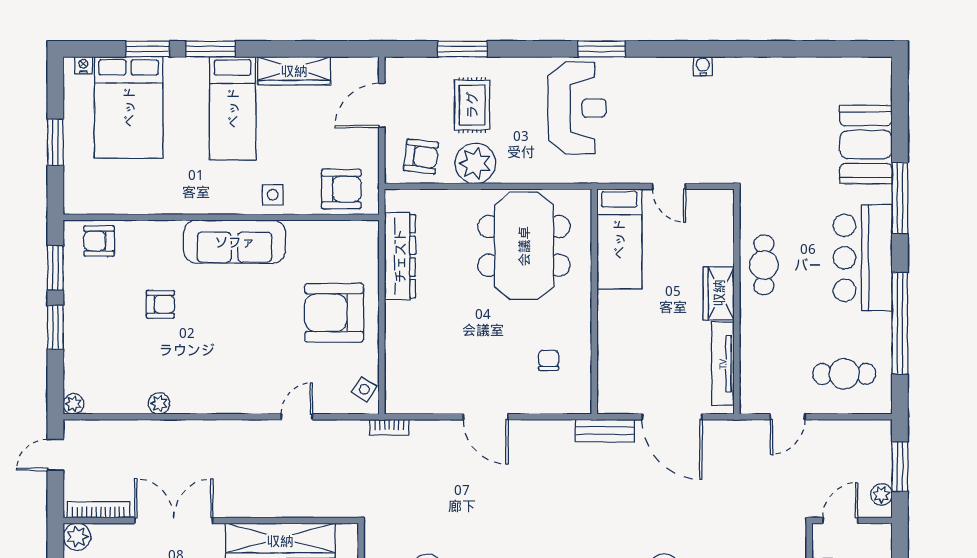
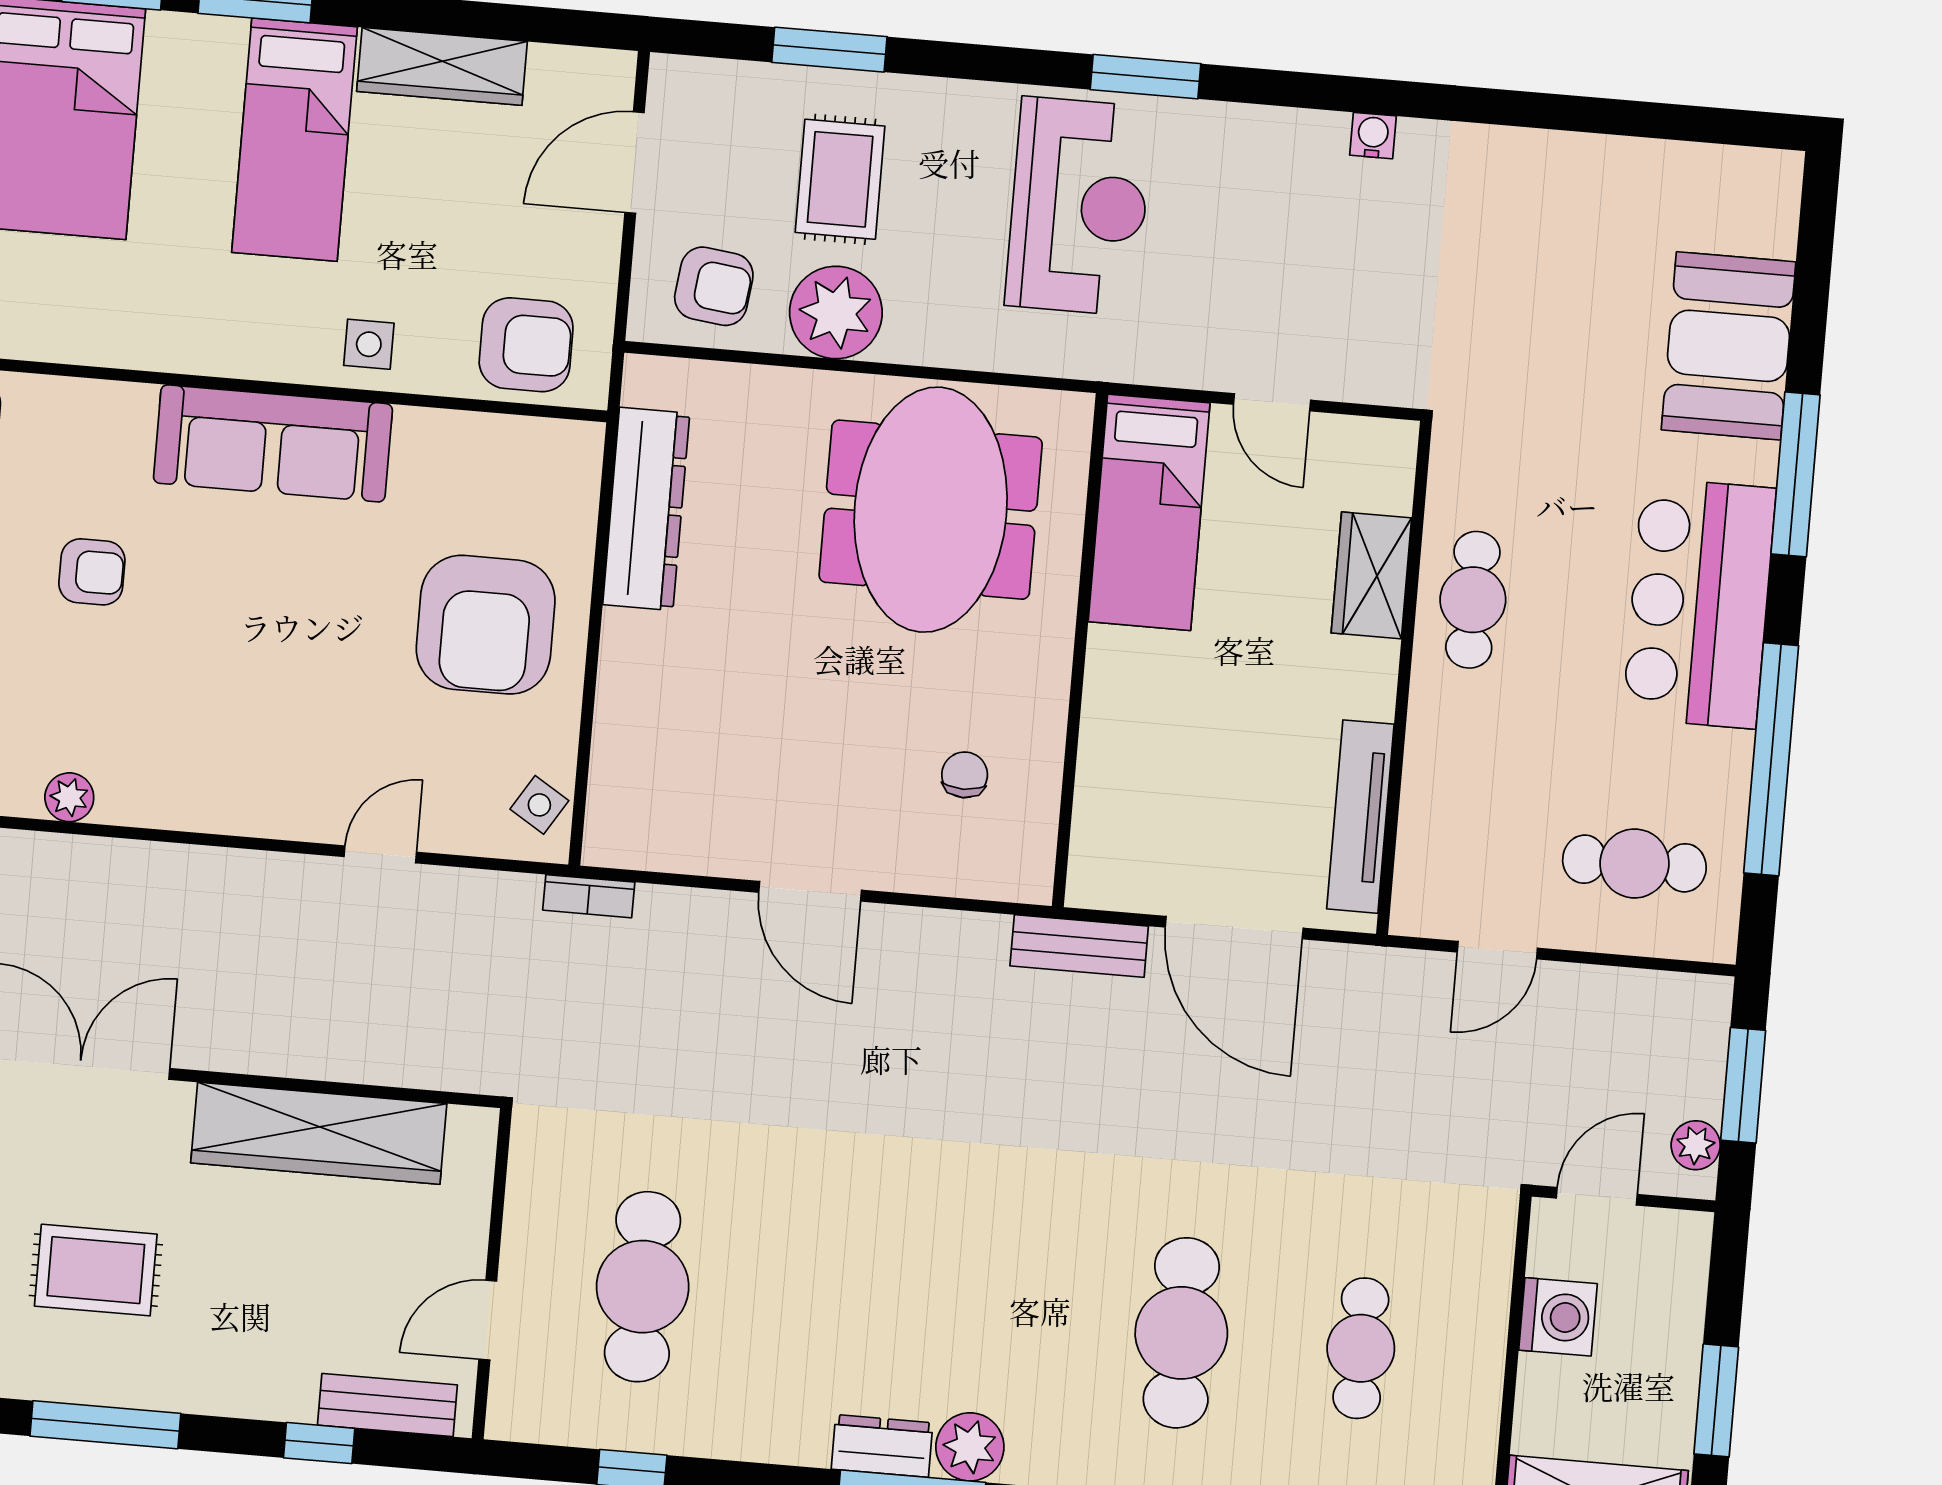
wardrobe: (719, 293) -> (1371, 575), moved
armchair: (334, 313) -> (486, 625), turned -90

